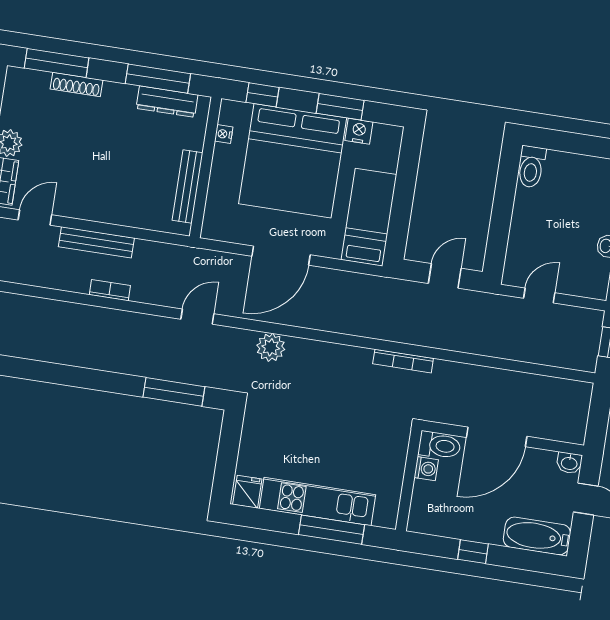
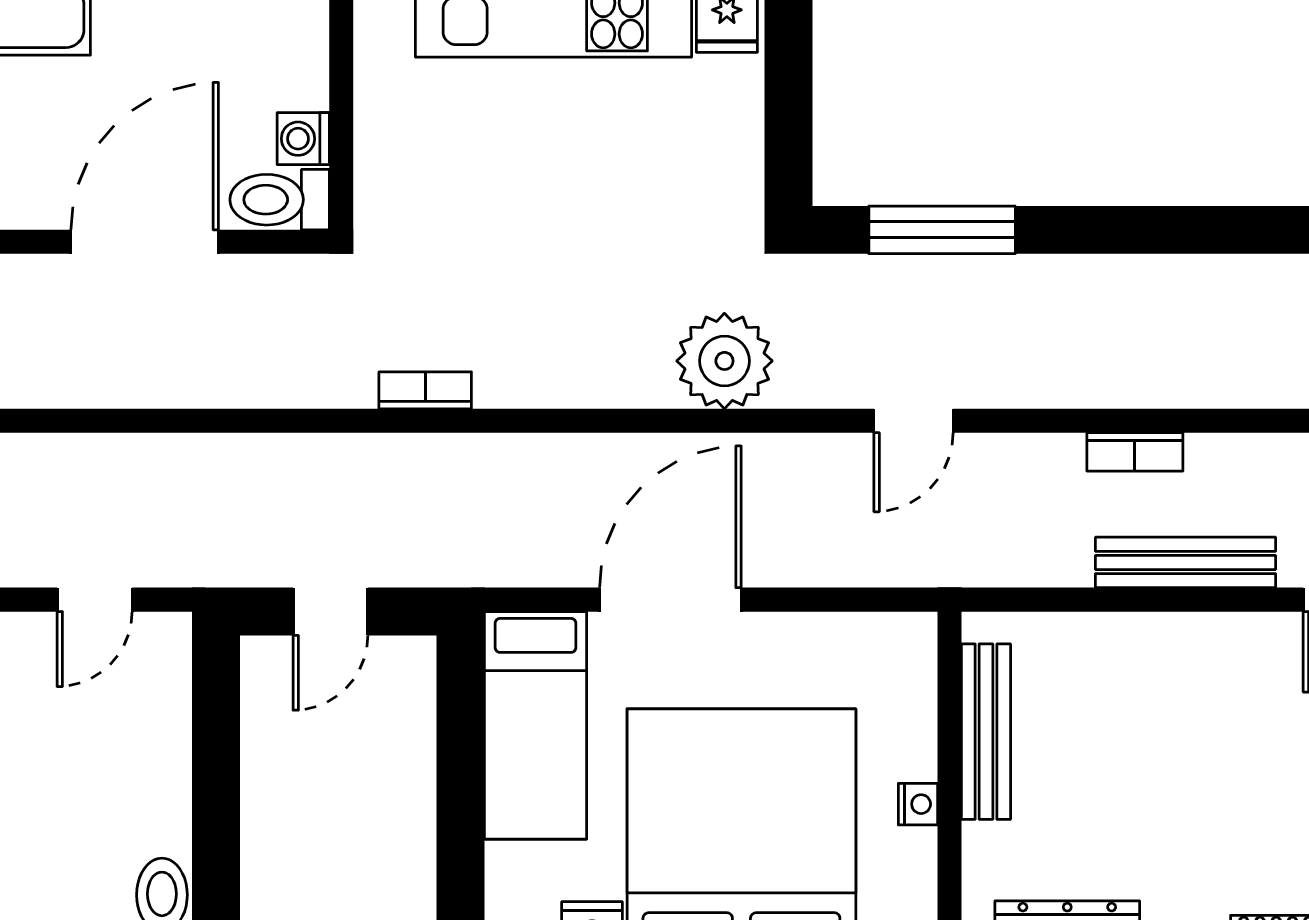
nightstand: (224, 134) -> (918, 804), moved
door: (281, 256) -> (670, 600), moved
plant: (271, 347) -> (724, 361), width x1.36, depth x1.36
bookcase: (403, 361) -> (425, 390), width x0.64

